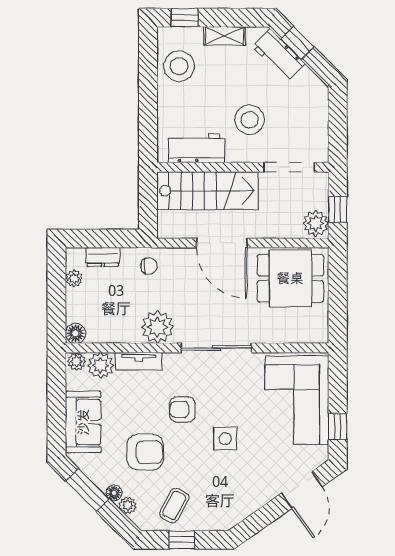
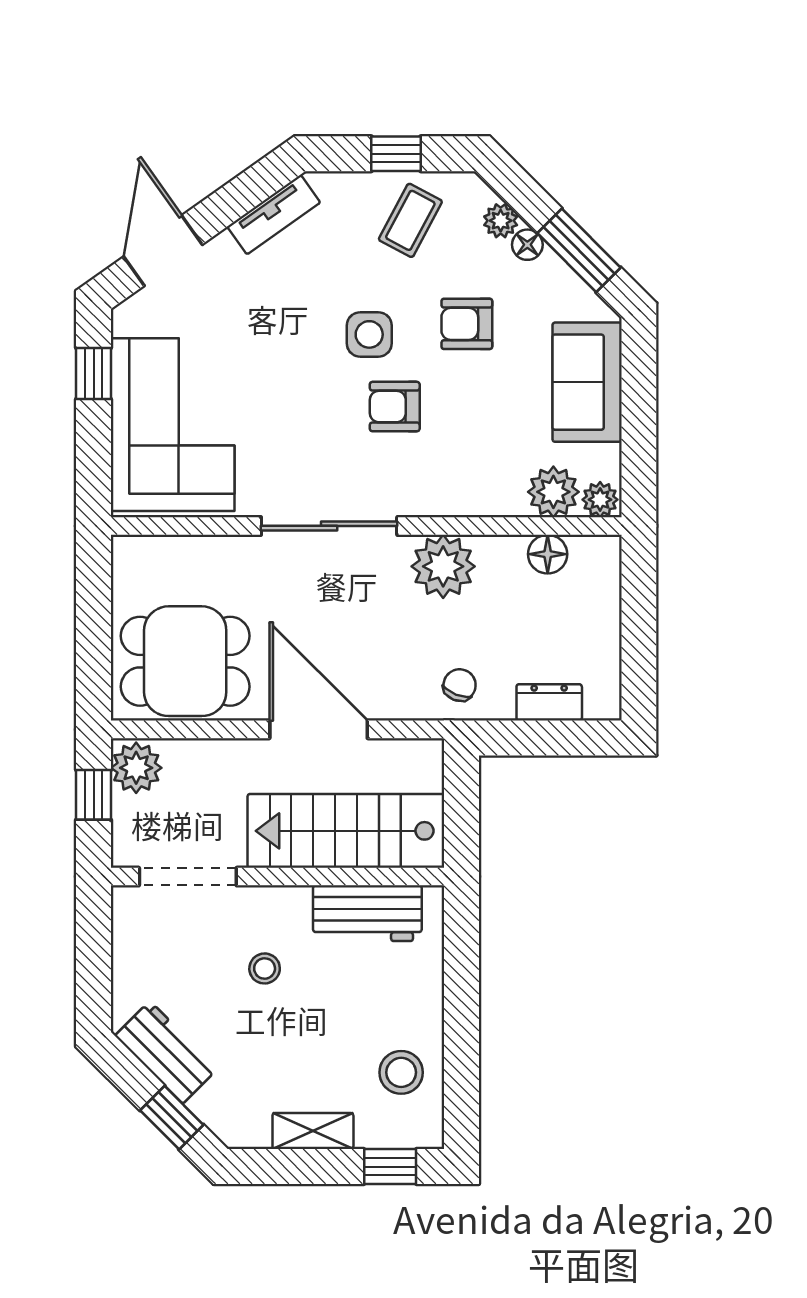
workbench: (279, 55) -> (166, 1052), moved
stool: (179, 66) -> (401, 1072), width x0.73, depth x0.73
stool: (249, 120) -> (265, 968), width x0.53, depth x0.53
chair: (149, 266) -> (460, 685), turned 112
plant: (74, 278) -> (605, 661), removed
floor lamp: (75, 333) -> (548, 554), moved
tv unit: (139, 361) -> (274, 215), moved, turned 145
armchair: (182, 409) -> (395, 407), turned 180
side table: (225, 439) -> (369, 334), moved
armchair: (145, 452) -> (467, 324), width x0.72, depth x0.72

